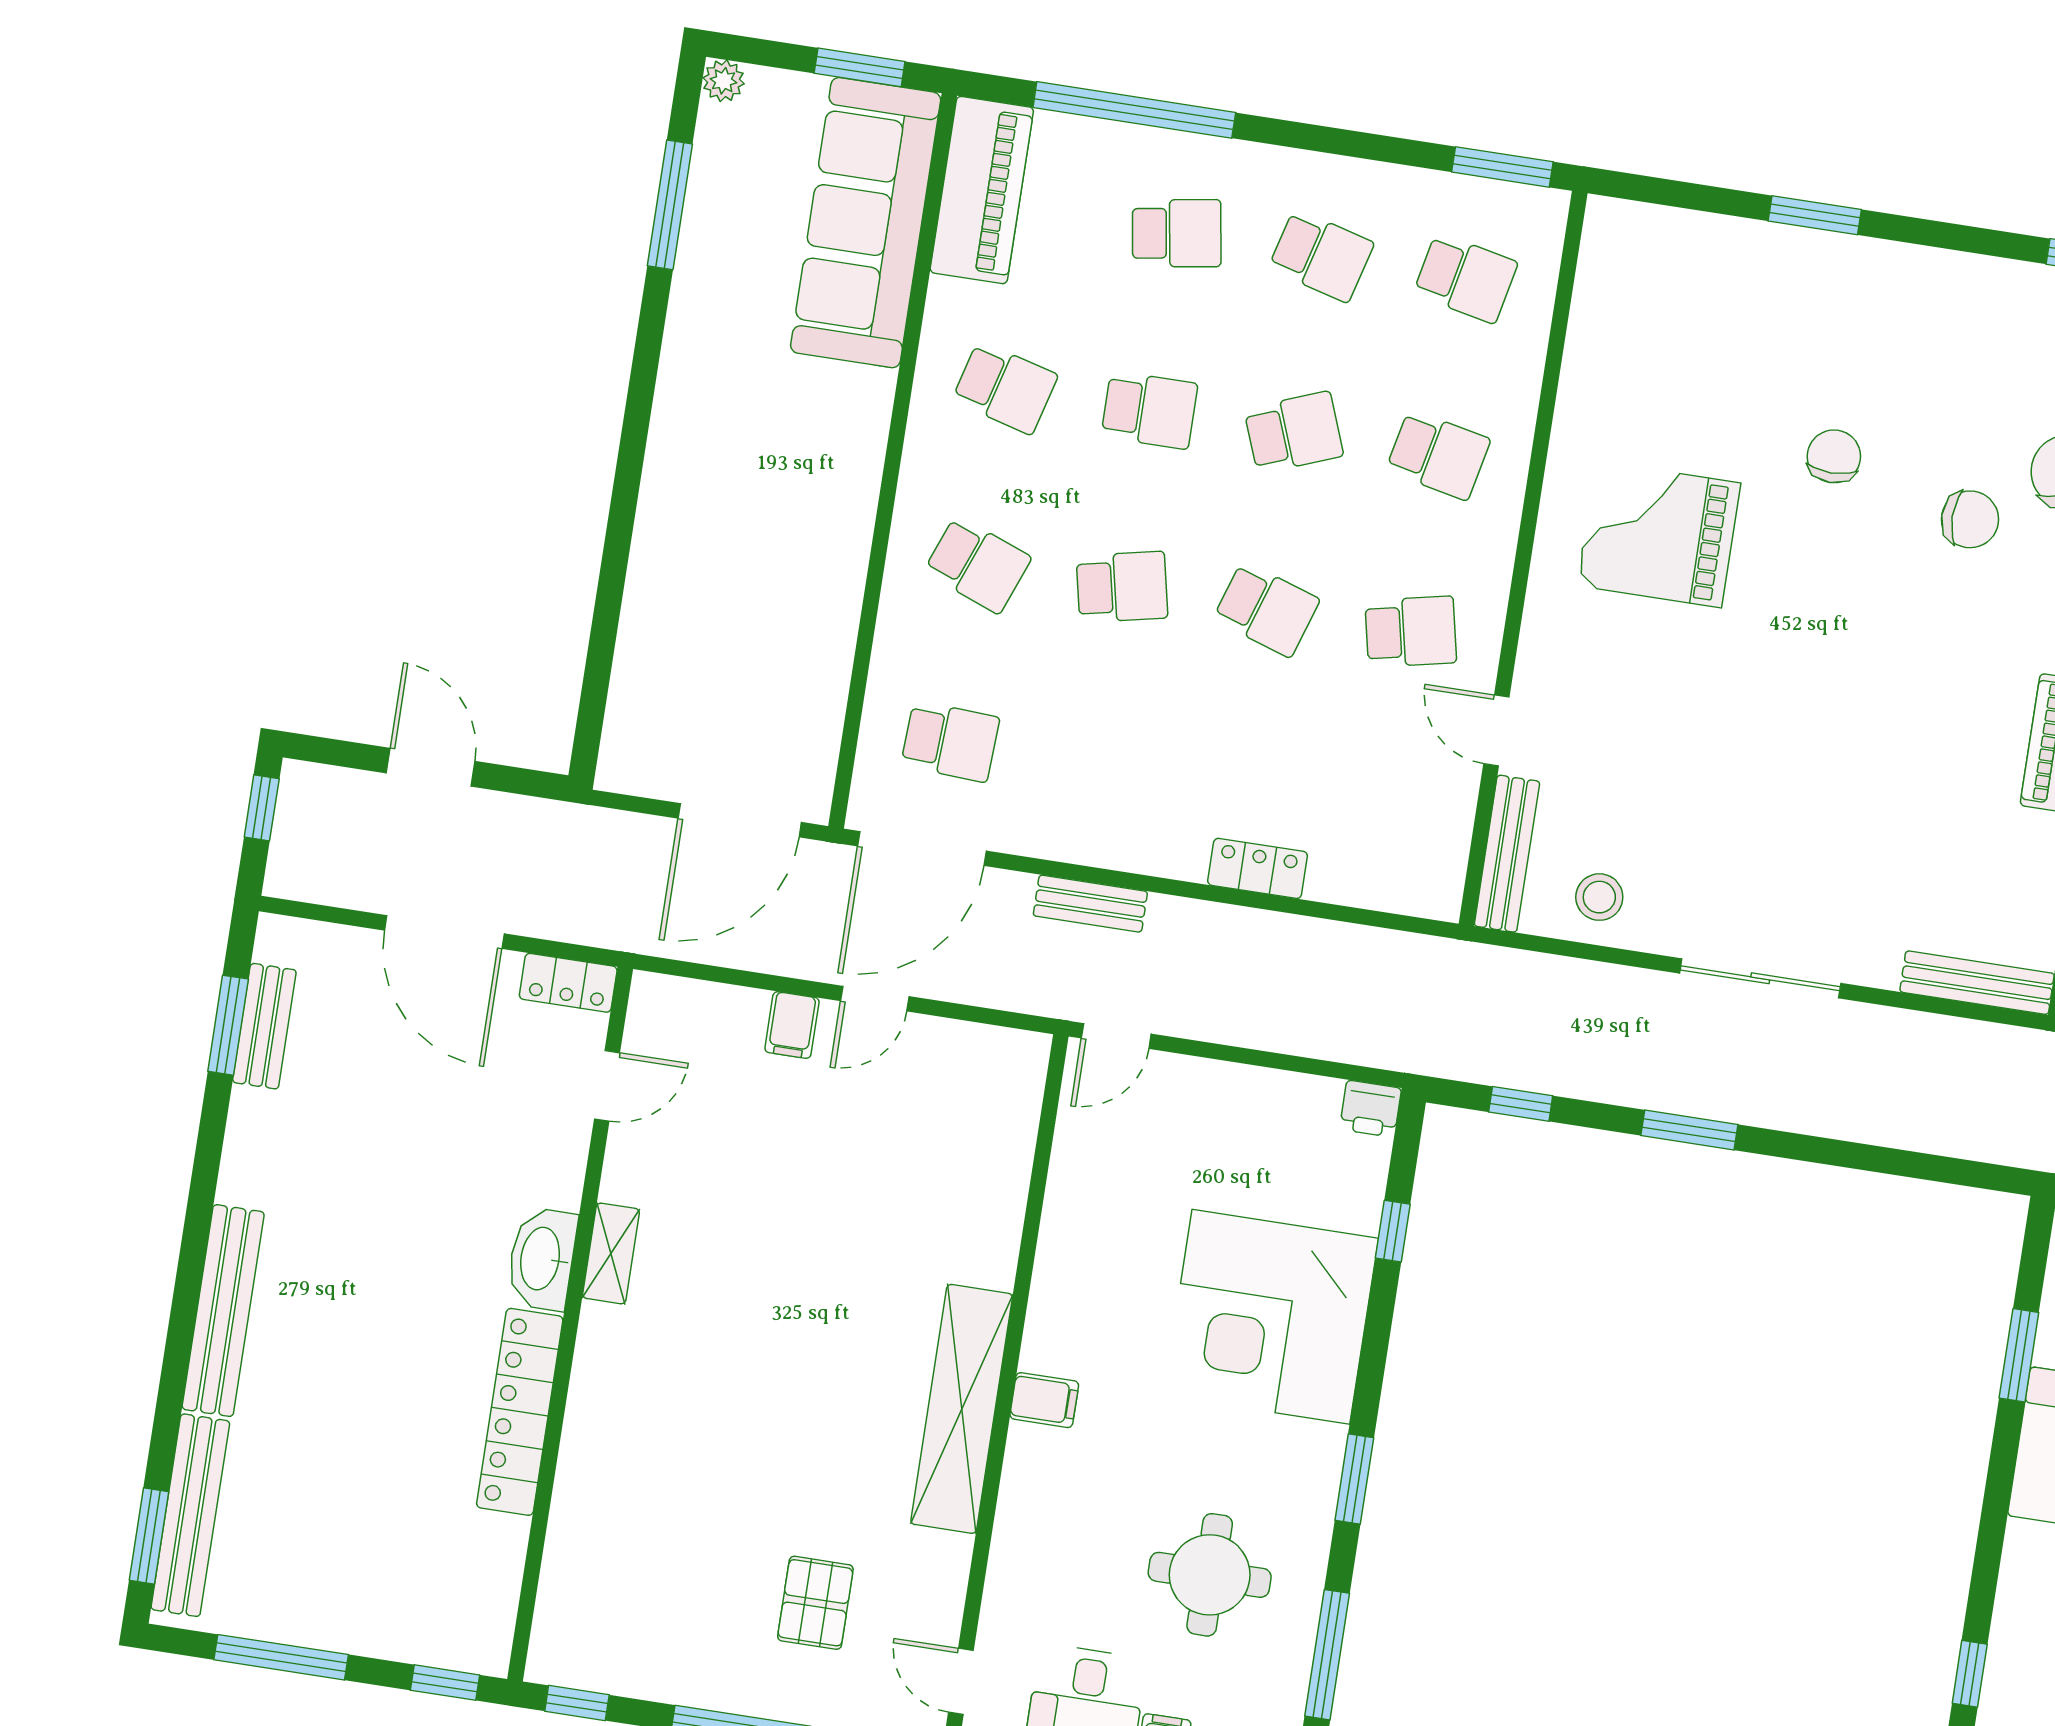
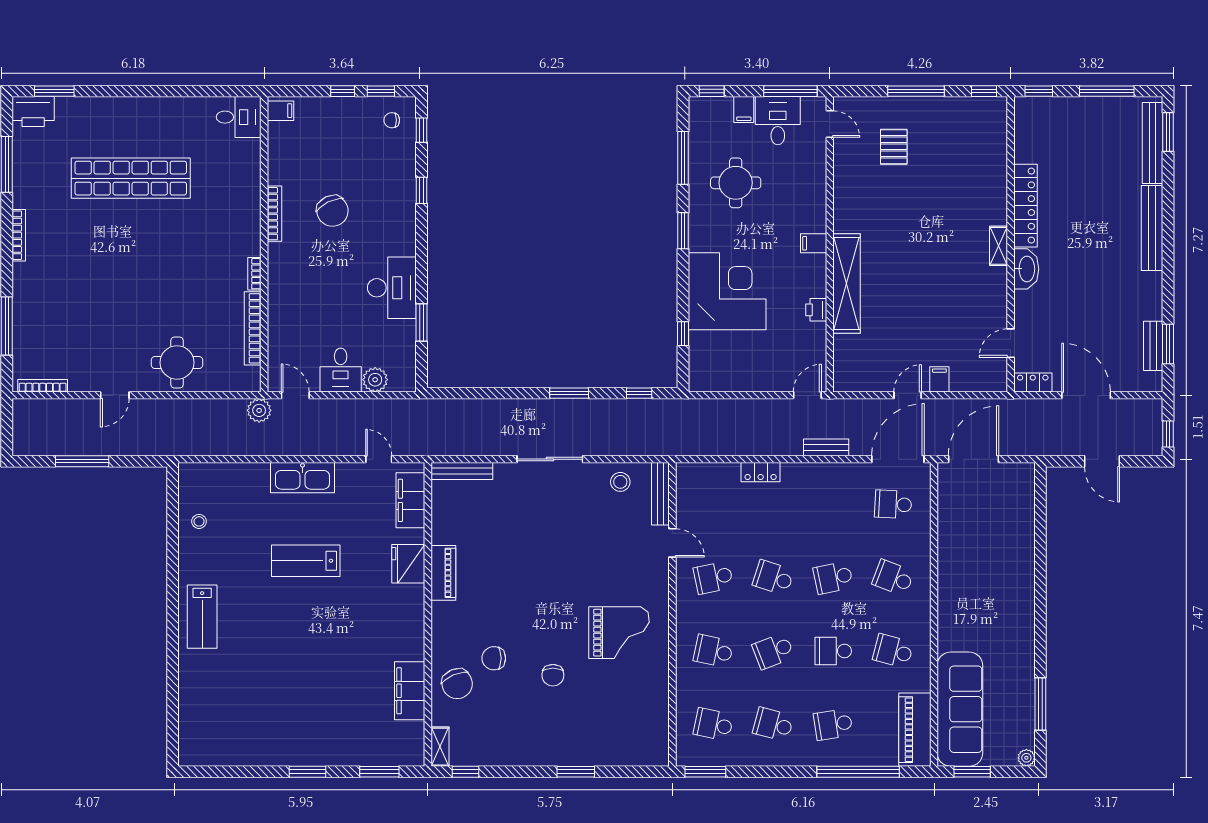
printer: (1370, 1109) -> (816, 310), moved, turned -90
shelving: (611, 1253) -> (998, 246), moved
shelving: (962, 1409) -> (847, 284), moved

